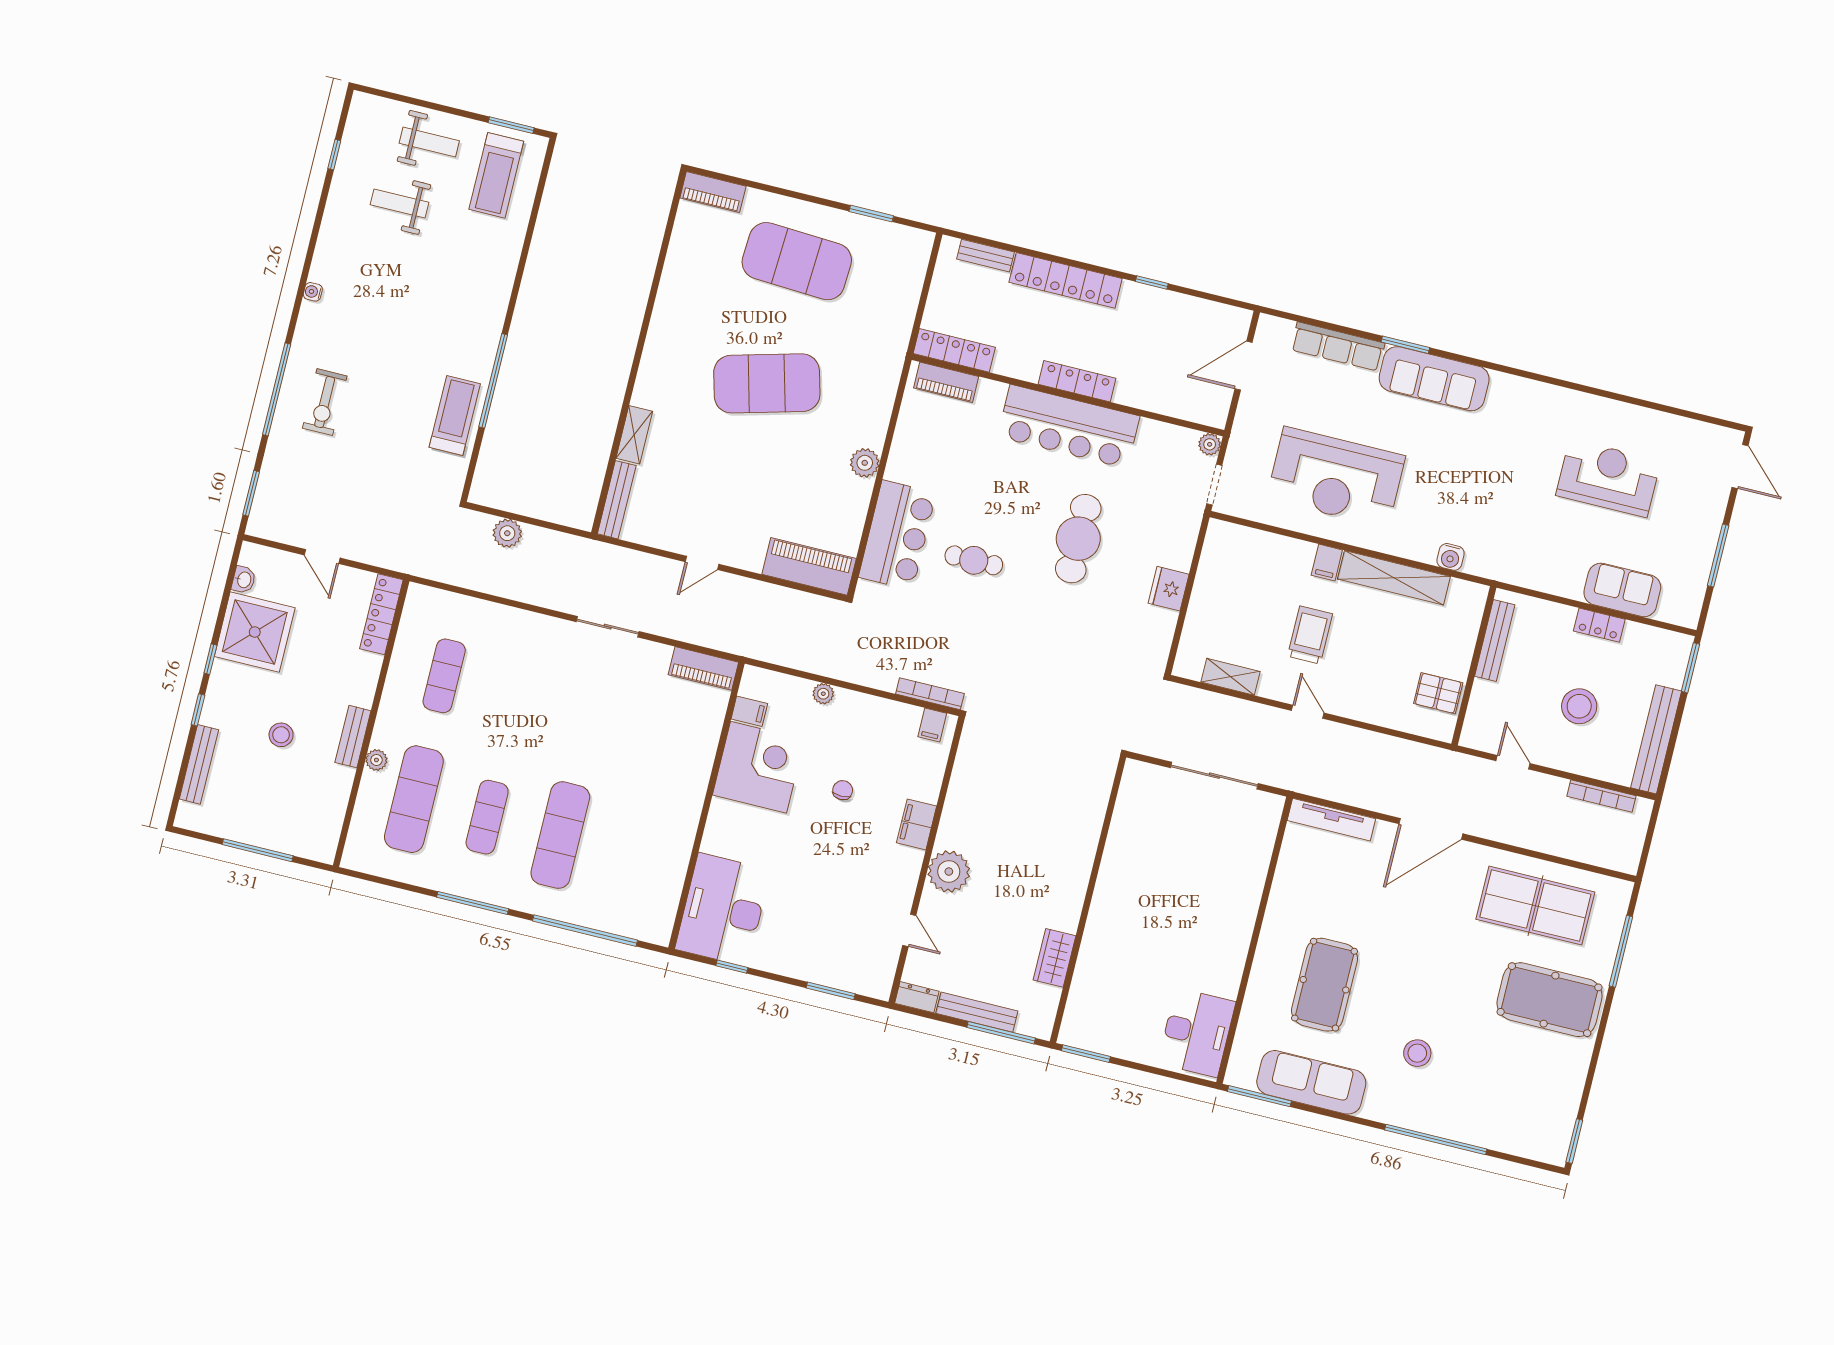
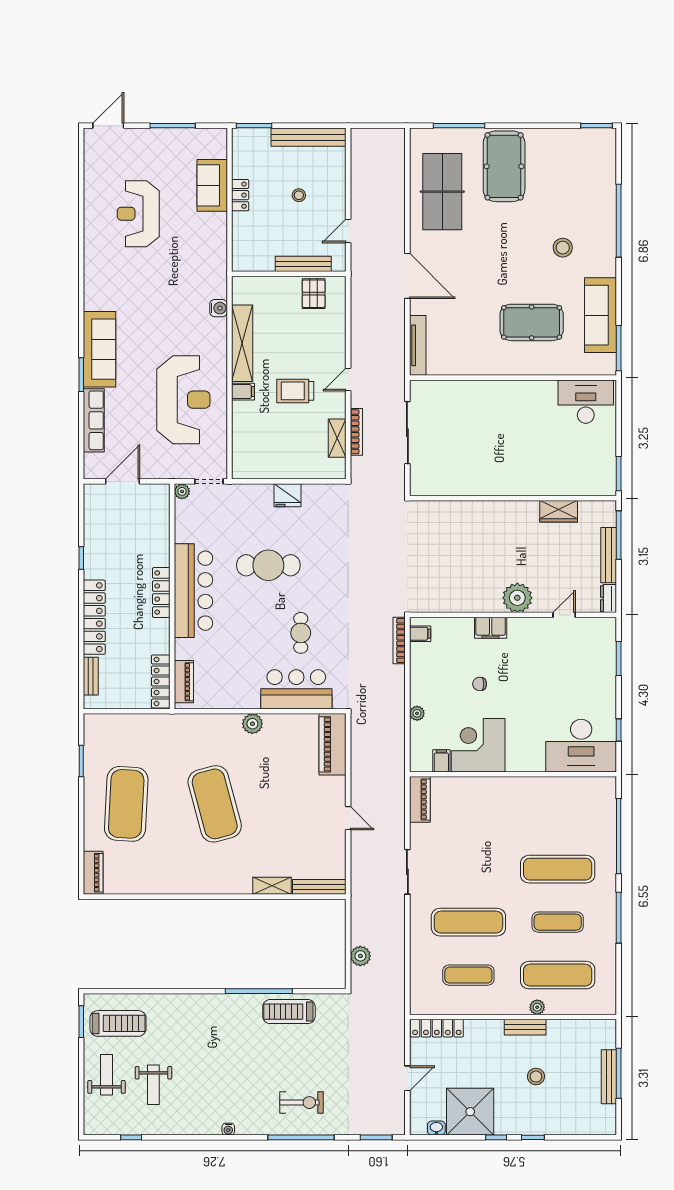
door: (1244, 366) -> (123, 481), swing flipped
bench: (1495, 641) -> (303, 264), moved
exercise mat: (517, 694) -> (468, 922), added
stool: (1579, 706) -> (299, 195), width x0.53, depth x0.53
bench: (199, 764) -> (609, 1077), moved, turned 90
bookcase: (1601, 796) -> (356, 432), moved

